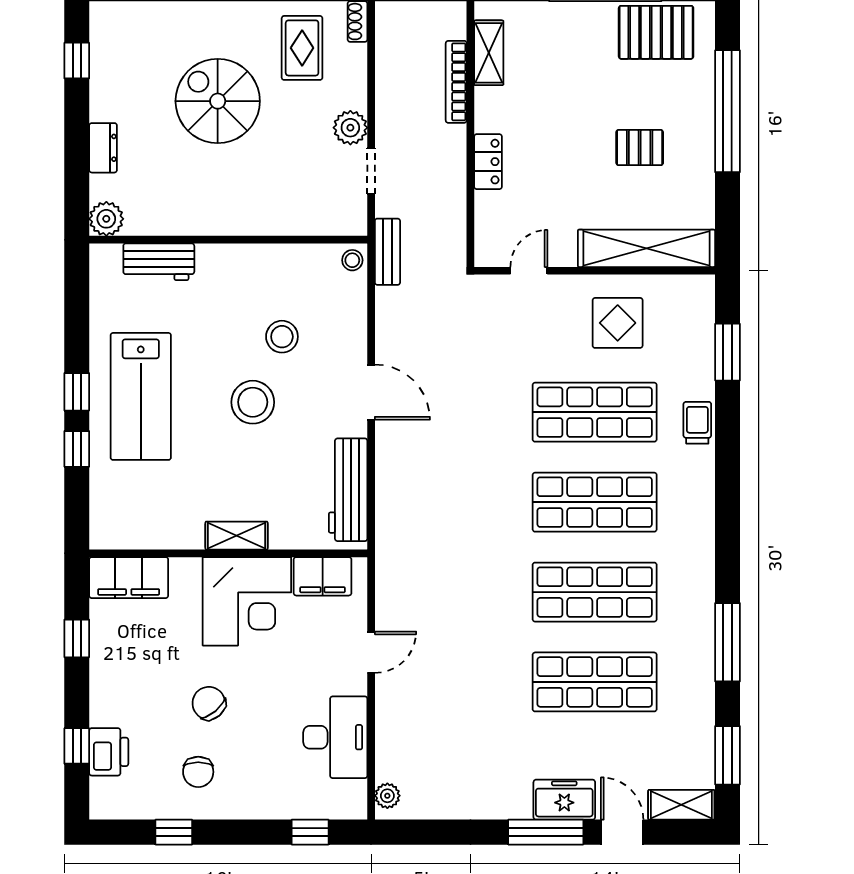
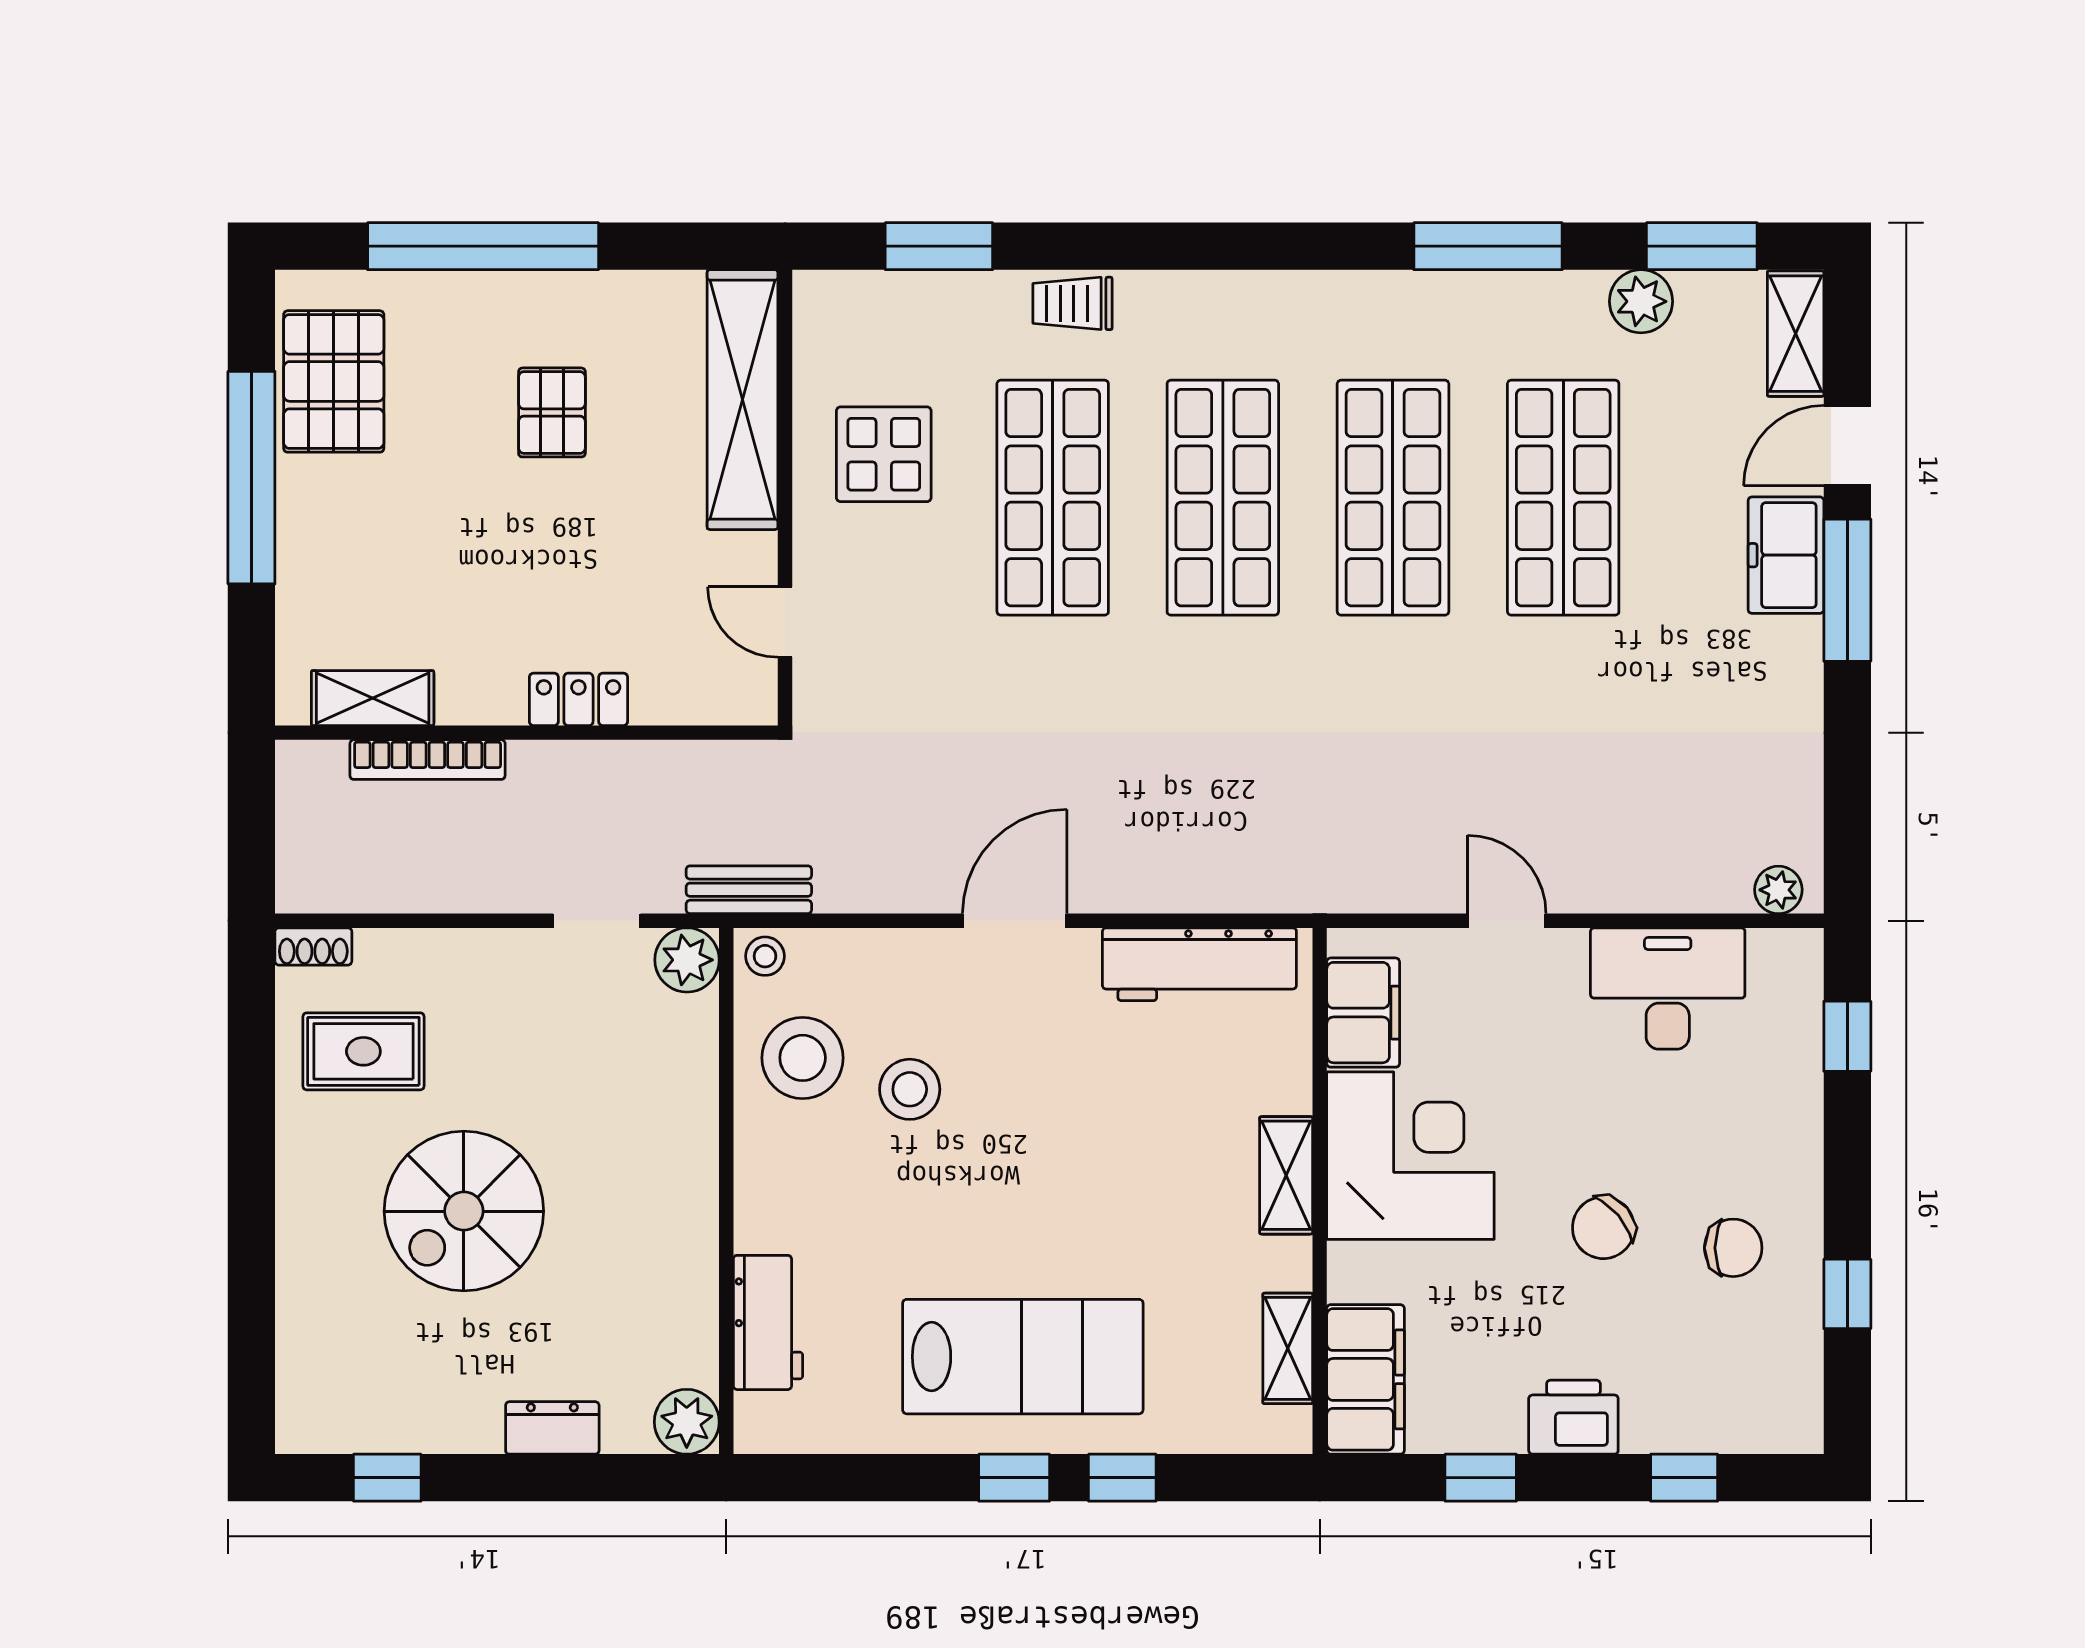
plant: (350, 128) -> (687, 960), moved
stool: (253, 402) -> (803, 1058), moved
shelving: (145, 536) -> (1288, 1348), added
plant: (698, 723) -> (1641, 301), added
printer: (109, 752) -> (1573, 1417), moved

